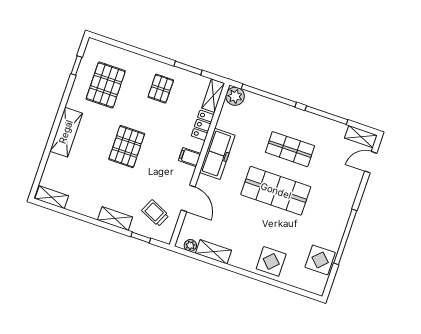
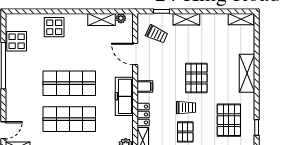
trolley: (150, 116) -> (186, 108), added
shop shelf: (290, 149) -> (69, 119), width x1.43, depth x1.36

